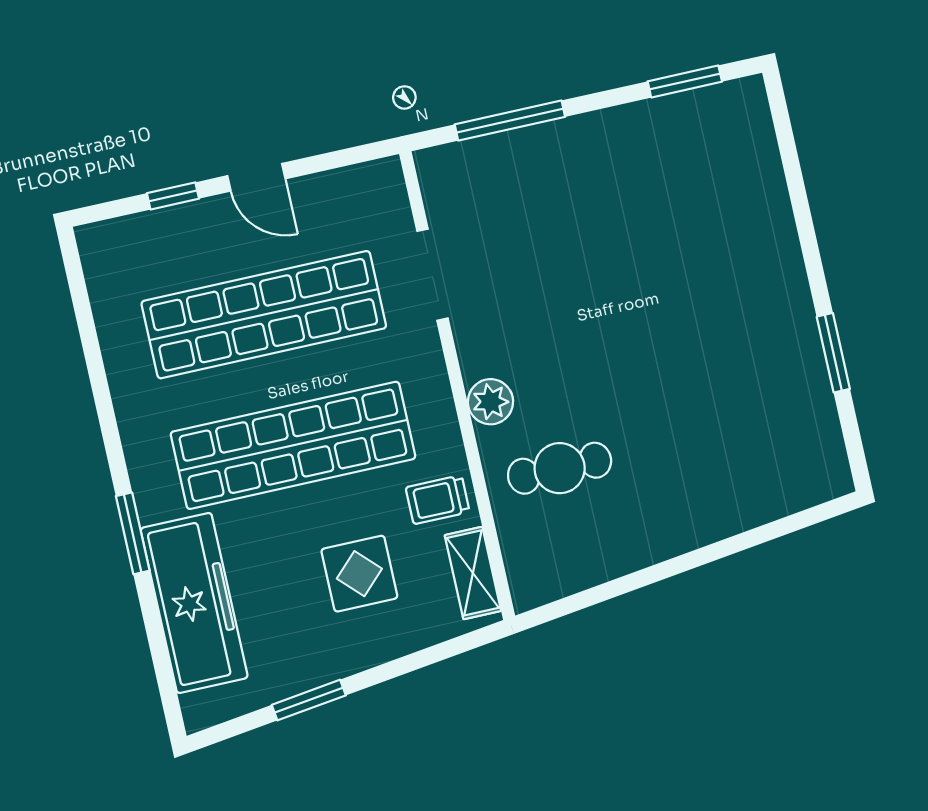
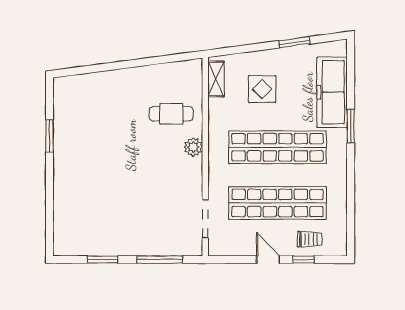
window: (685, 82) -> (102, 260), moved
doorway: (433, 275) -> (205, 219), moved
trolley: (438, 500) -> (310, 239), moved

